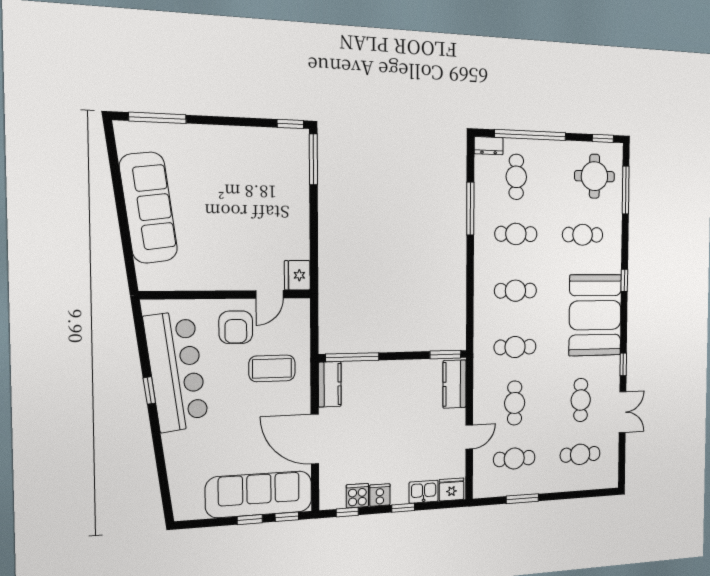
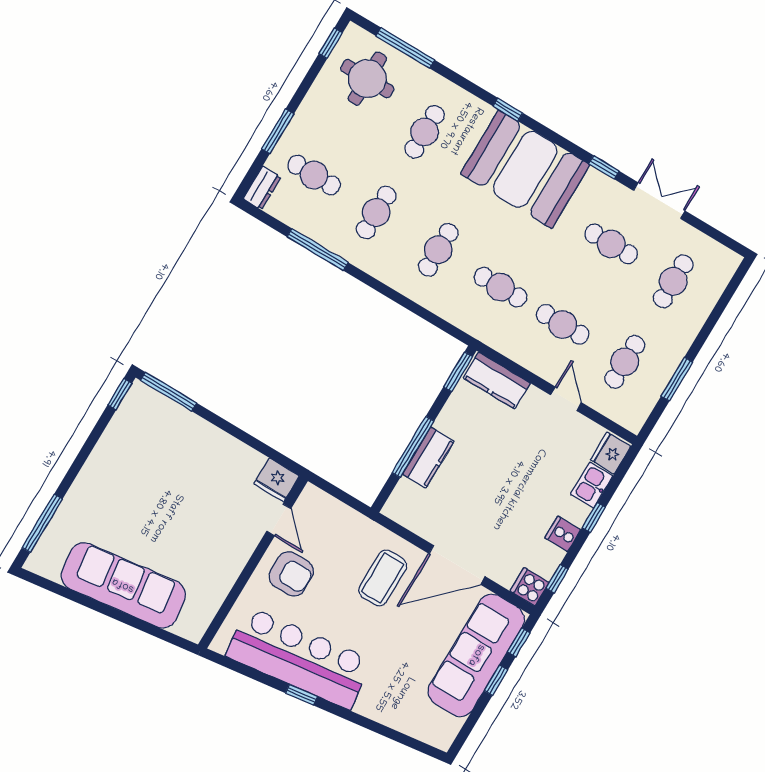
window: (530, 135) -> (278, 131), width x0.47
cafe table: (515, 347) -> (500, 287), turned 90
window: (352, 357) -> (413, 447), moved
coffee table: (272, 368) -> (383, 578), moved
kitchen counter: (330, 384) -> (428, 457), moved, turned 90
cooker: (357, 496) -> (529, 587), moved

